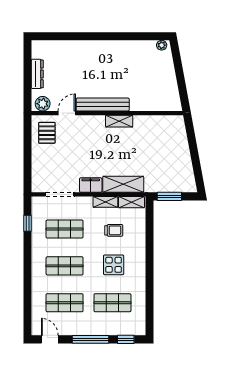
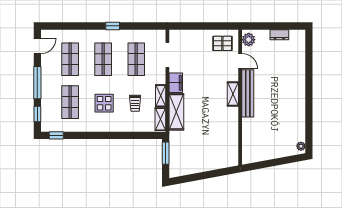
dresser: (37, 74) -> (279, 35), width x0.70
shelving: (119, 121) -> (233, 94), moved
window: (27, 223) -> (113, 26), moved
window: (150, 318) -> (56, 135), added

